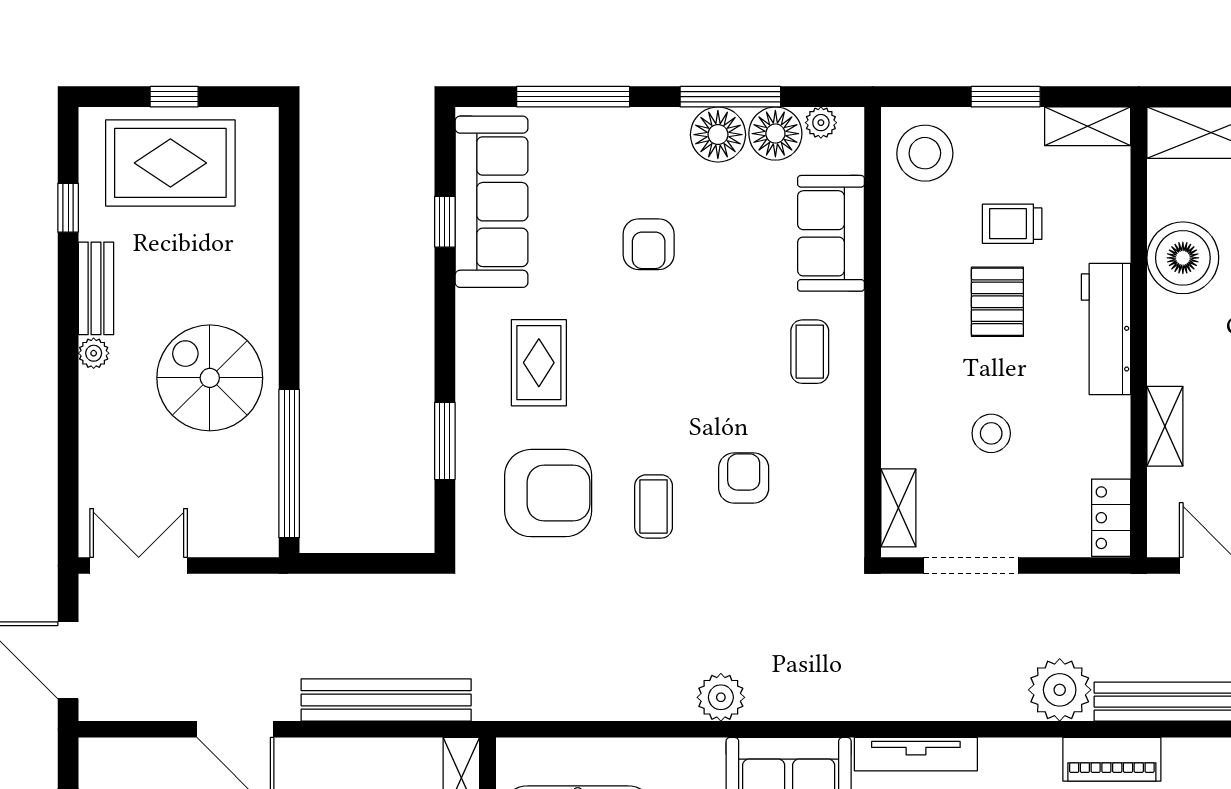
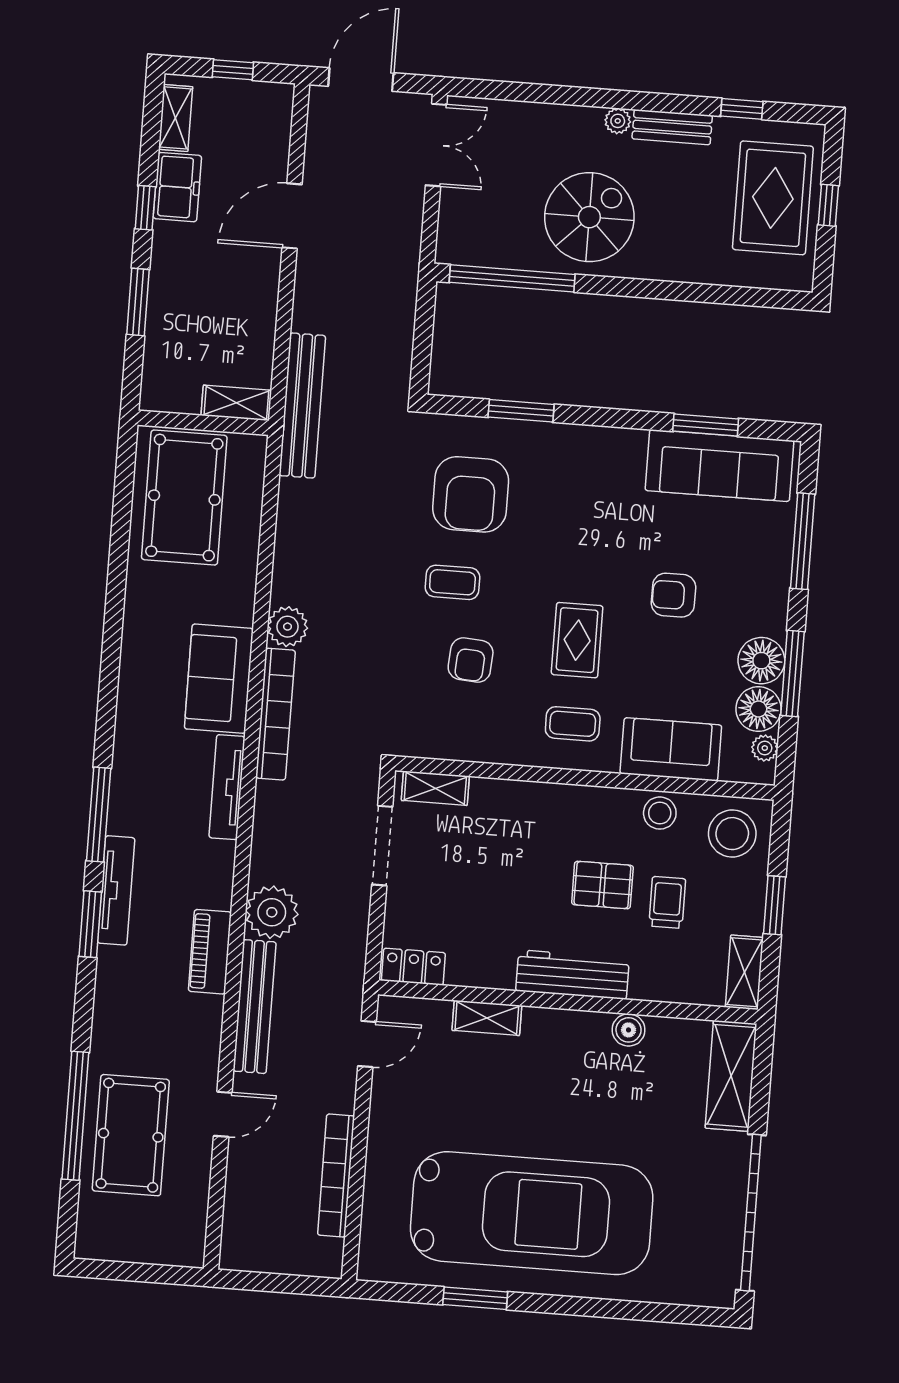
window: (445, 222) -> (706, 425), width x1.50
boiler: (1183, 258) -> (629, 1030), width x0.54, depth x0.54
rug: (539, 363) -> (577, 640), moved, turned 90
stool: (991, 433) -> (660, 813), moved
armchair: (744, 478) -> (471, 660), turned 94
bench: (386, 700) -> (302, 406), moved
bookcase: (825, 704) -> (275, 714), added

